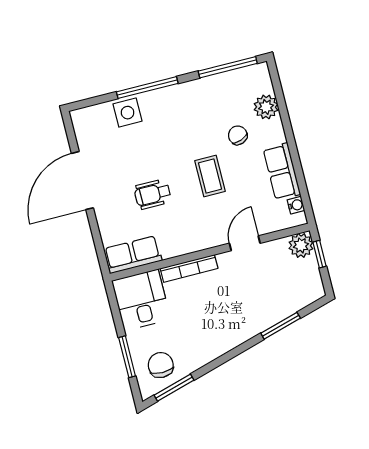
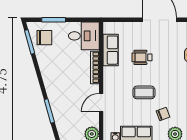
wheelchair: (152, 194) -> (142, 57), turned -90
door: (245, 243) -> (101, 102), swing flipped
row of seats: (133, 255) -> (111, 50), moved

